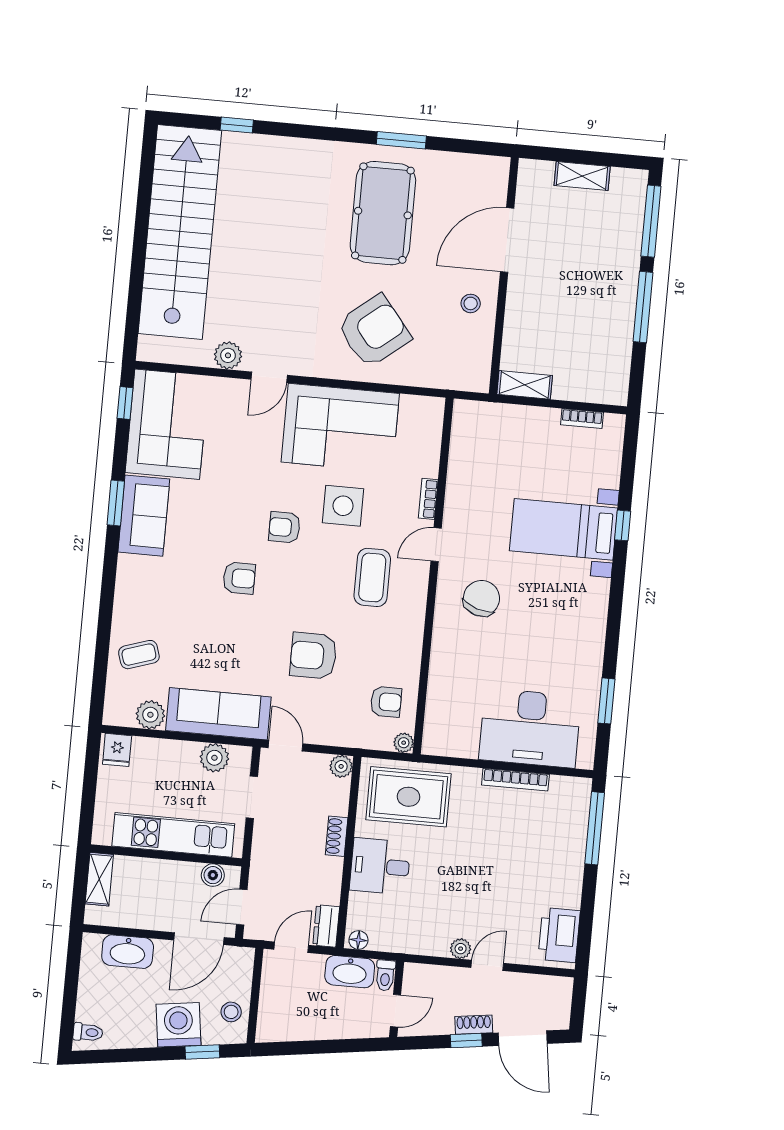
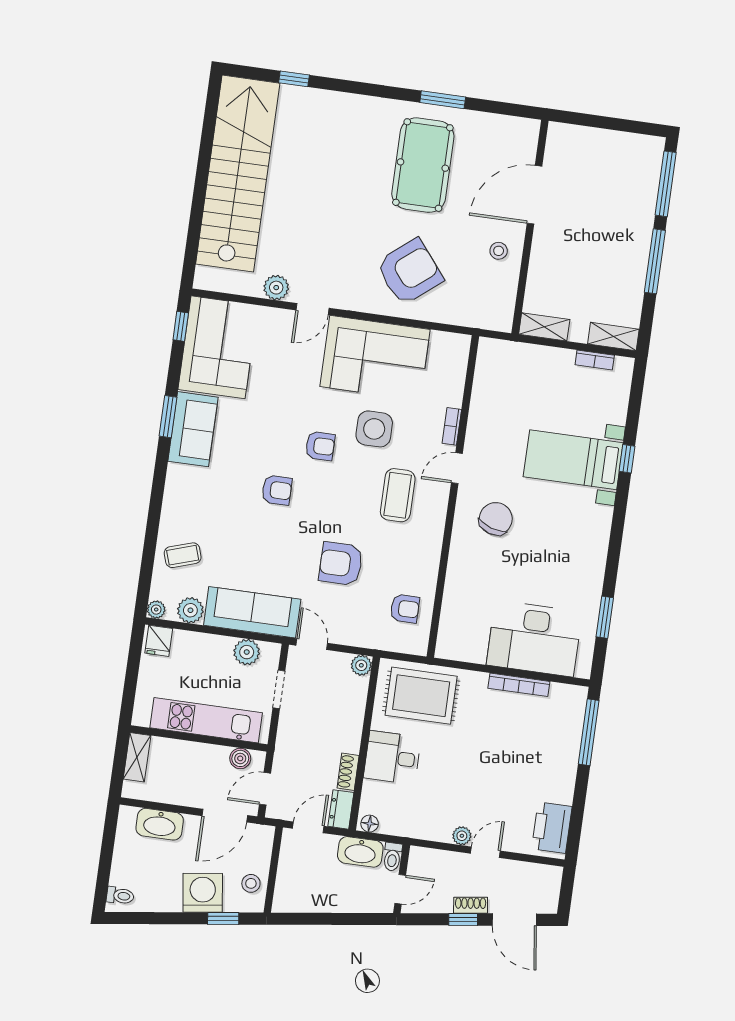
shelving: (582, 176) -> (613, 337), moved
armchair: (284, 527) -> (320, 446), turned 180
plant: (404, 743) -> (156, 610), moved
shoe rack: (337, 836) -> (348, 772), moved

